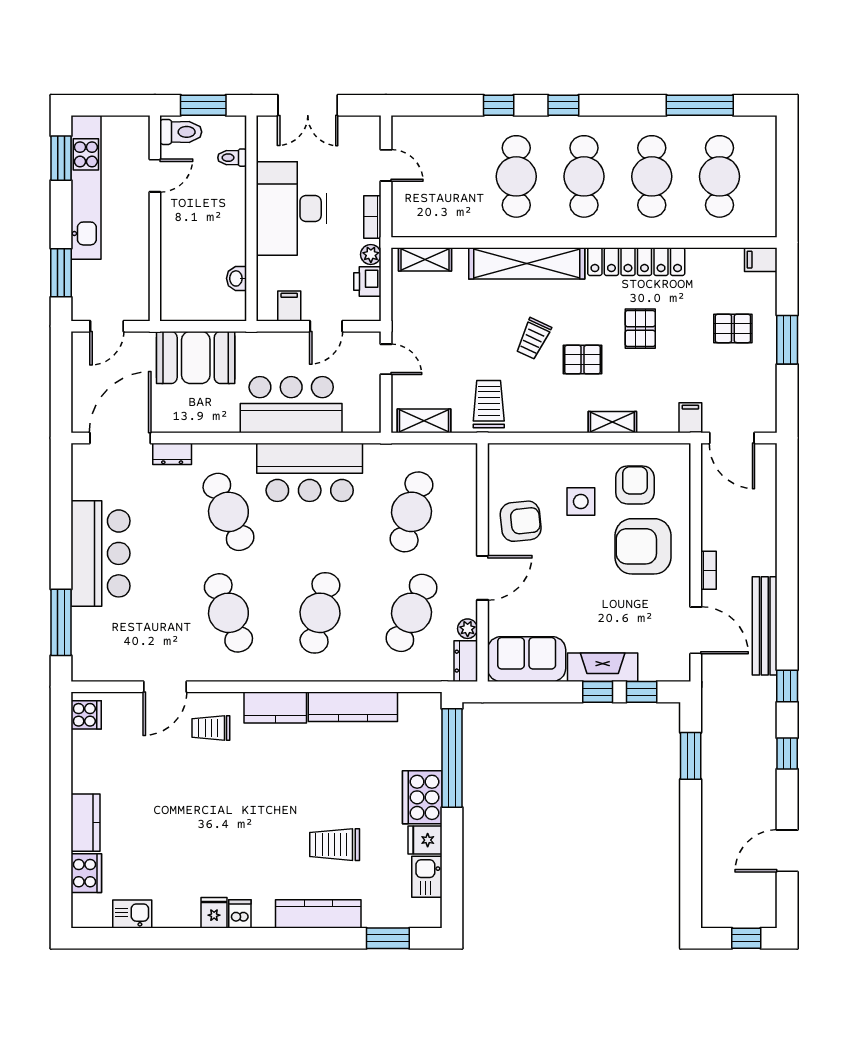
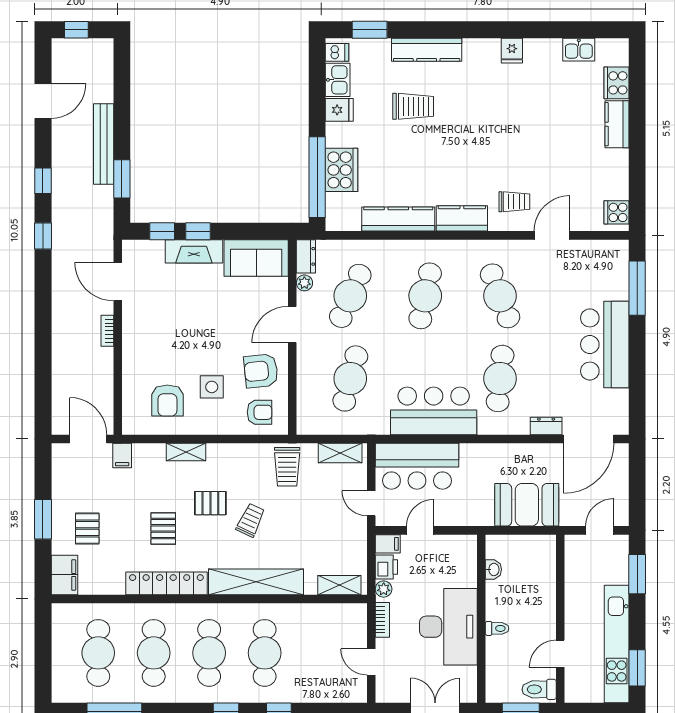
toilet: (232, 158) -> (497, 628), moved
filing cabinet: (761, 260) -> (64, 575), width x2.00
filing cabinet: (289, 306) -> (388, 544), moved, turned -90
pallet: (733, 328) -> (87, 529), turned 90
bar counter: (291, 405) -> (417, 466), moved
cafe table: (228, 512) -> (500, 378), turned 30
armchair: (643, 546) -> (260, 412), moved, width x0.53, depth x0.53
bench: (765, 626) -> (104, 144), moved
cooker: (422, 797) -> (342, 170), moved
dishwasher: (240, 914) -> (337, 52), moved, turned -90

